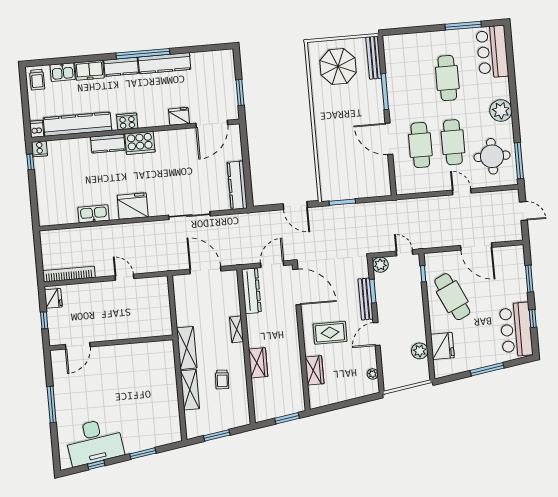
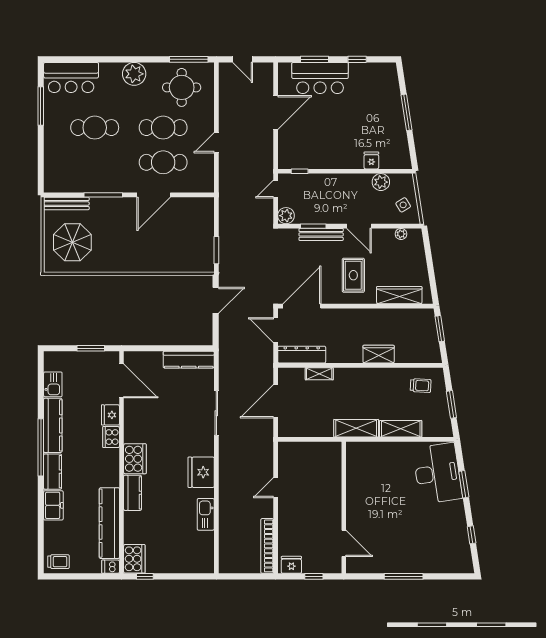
kitchen sink: (63, 72) -> (53, 384), moved
cooker: (127, 121) -> (111, 437), moved
cooker: (40, 149) -> (134, 559), width x1.87, depth x1.31
door: (462, 192) -> (216, 143), moved
door: (523, 211) -> (243, 59), swing flipped
cafe table: (452, 297) -> (327, 142), removed
shelving: (237, 329) -> (319, 374), moved
bar counter: (516, 330) -> (320, 78), moved
fridge: (442, 346) -> (371, 160), width x0.53, depth x0.75
wardrobe: (314, 370) -> (399, 295), width x1.50
side table: (400, 374) -> (403, 205), added
trolley: (222, 379) -> (421, 386), moved
desk: (94, 442) -> (437, 473), moved

